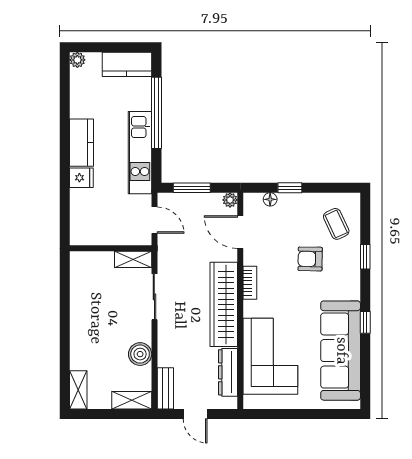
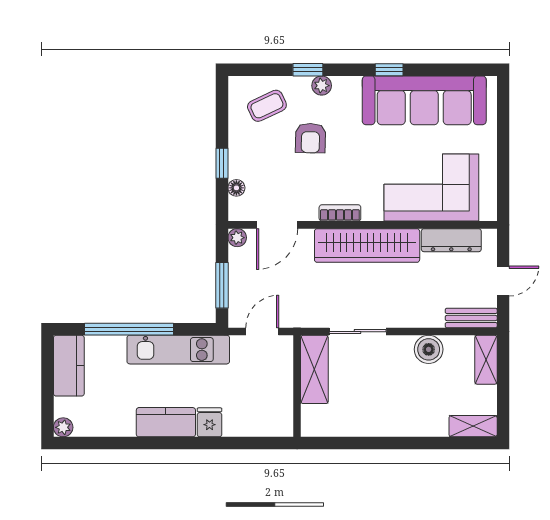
shelving: (133, 259) -> (314, 369), width x1.50, depth x1.33
plant: (352, 268) -> (322, 86), added

